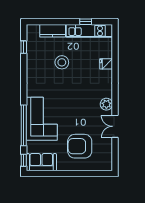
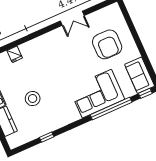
window: (24, 47) -> (47, 137), moved
plant: (106, 104) -> (54, 36), removed

